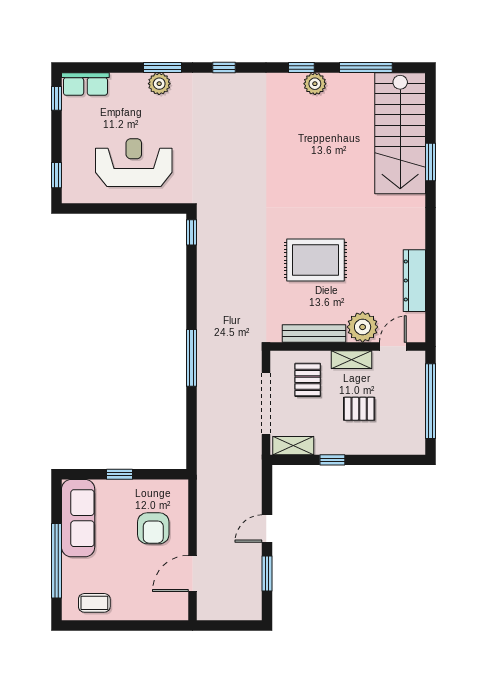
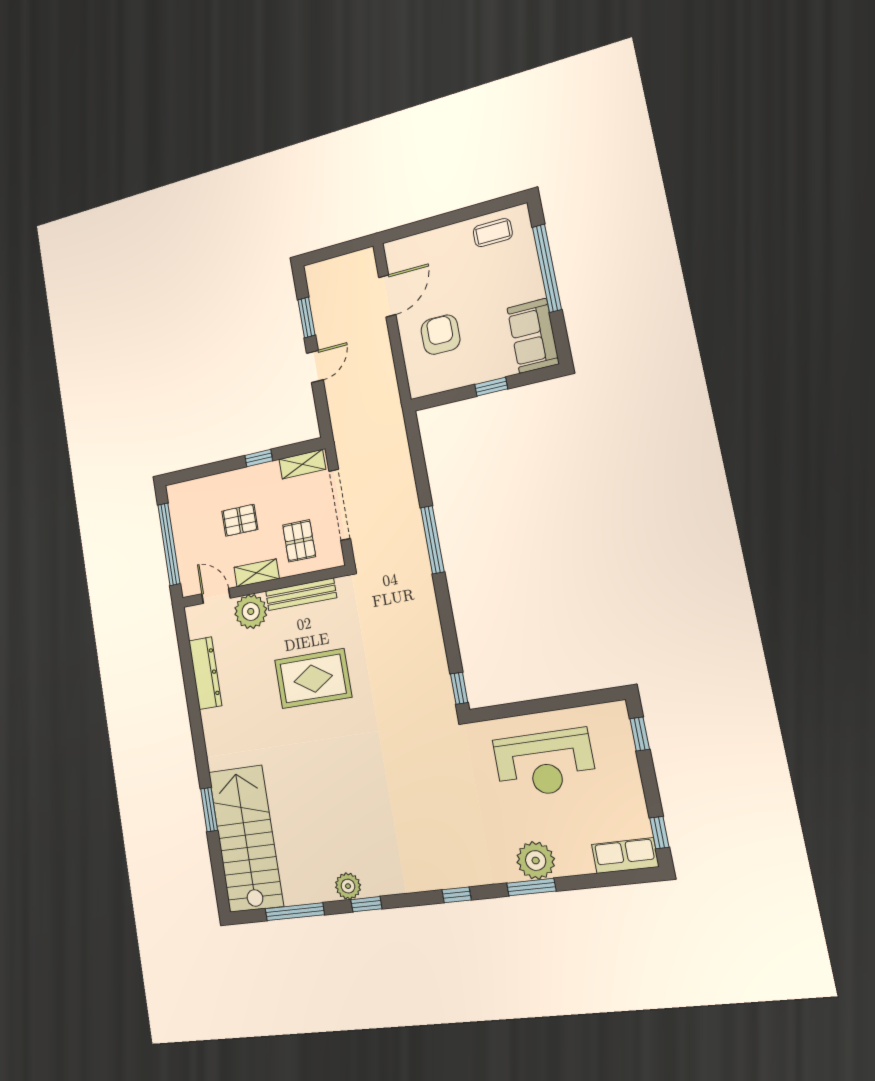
plant: (159, 84) -> (536, 861), width x1.36, depth x1.36
door: (393, 346) -> (216, 596), swing flipped
sofa: (78, 518) -> (533, 336), width x0.73

